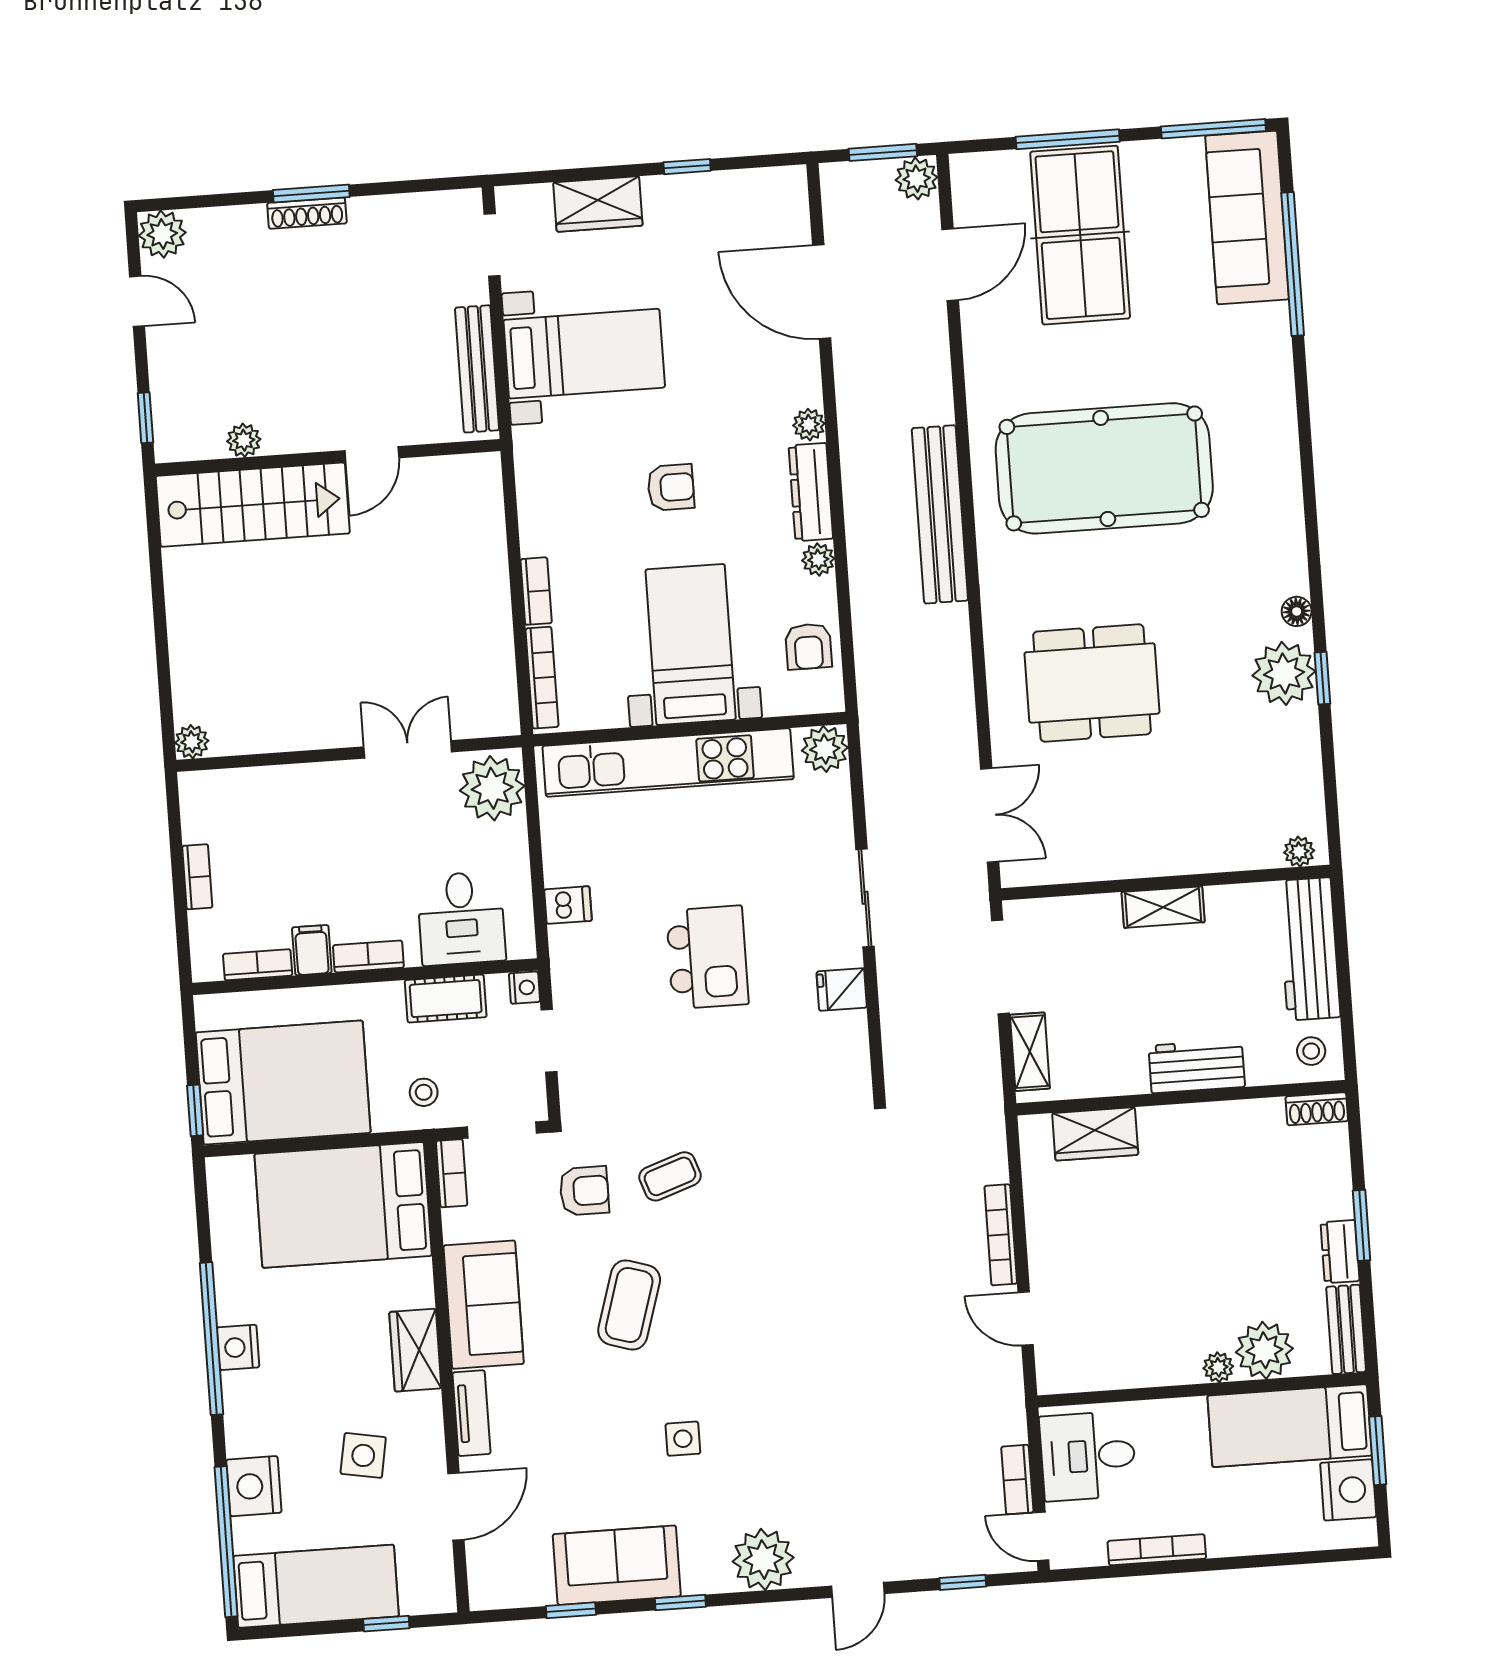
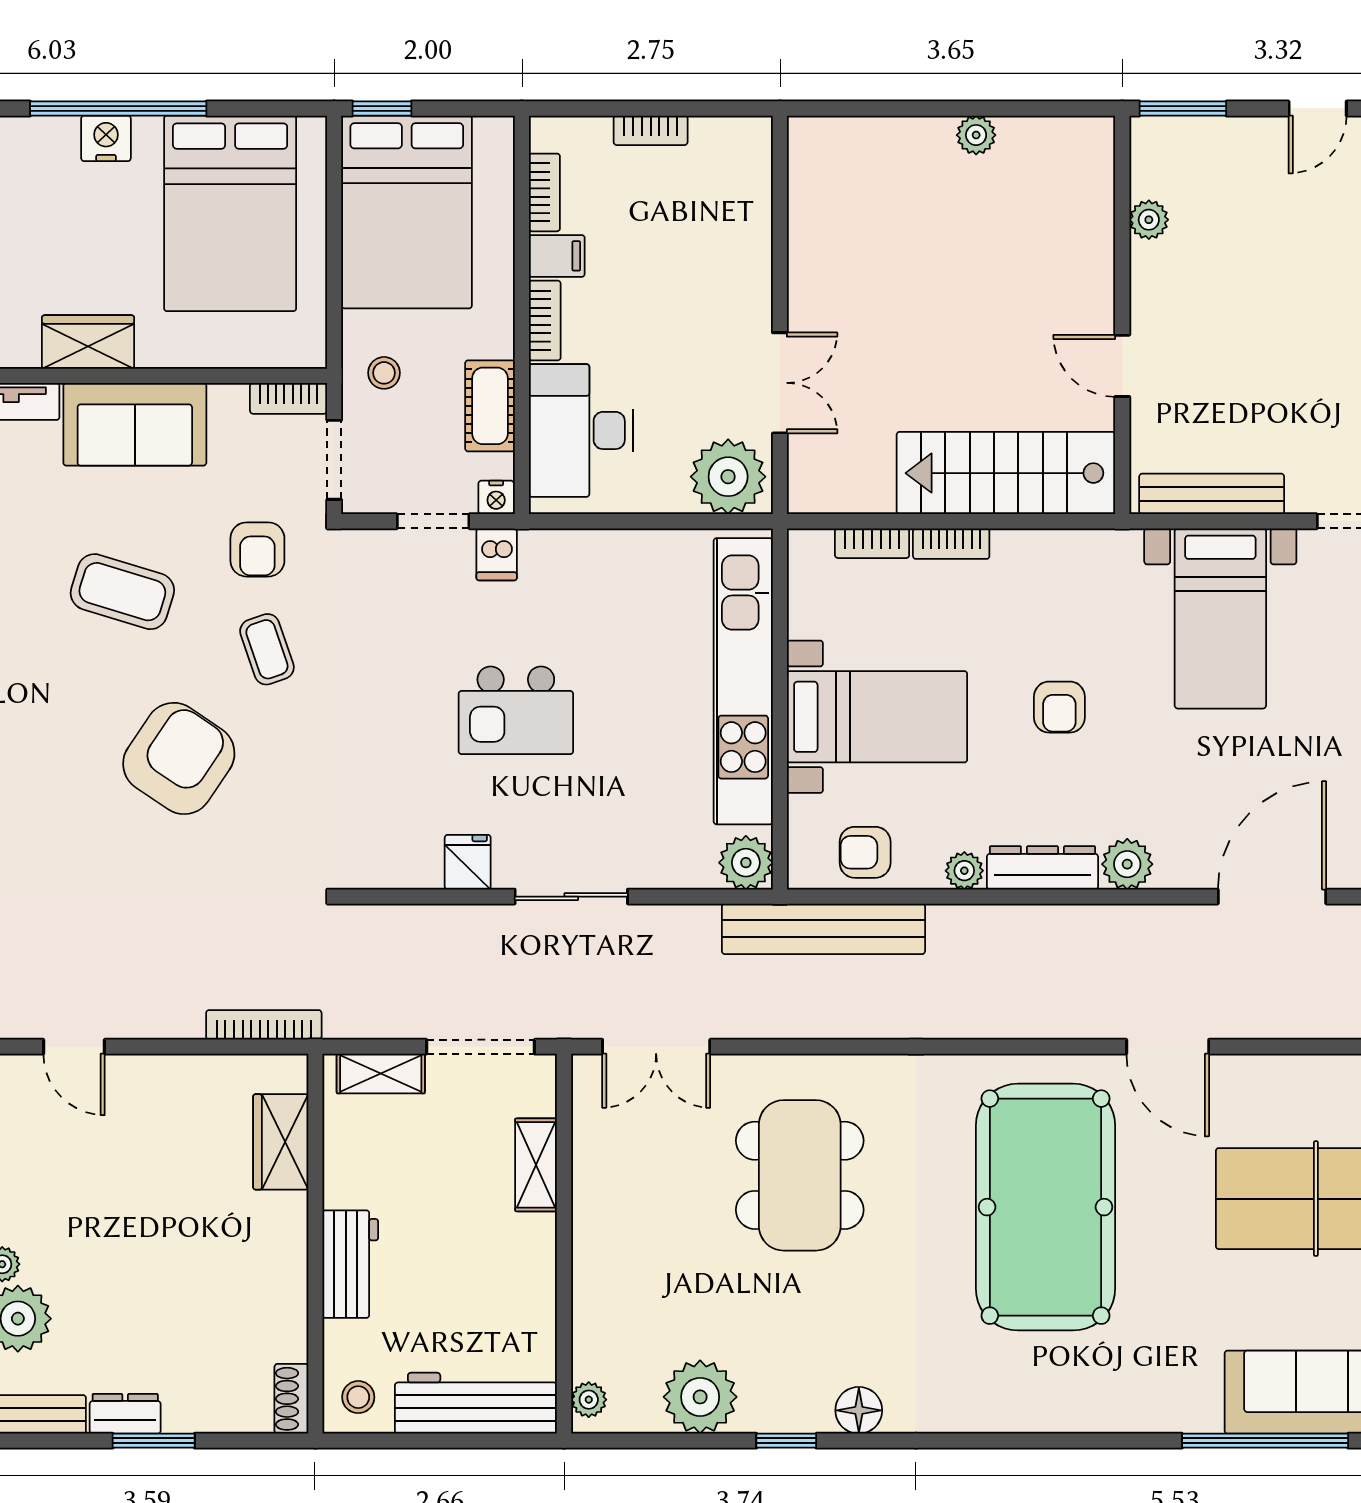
door: (950, 265) -> (1168, 1047), moved
window: (145, 418) -> (1183, 108), width x1.50
plant: (809, 425) -> (1127, 864), width x1.38, depth x1.38
stairs: (253, 505) -> (1006, 473), moved, turned 90
bench: (940, 514) -> (823, 929), moved
floor lamp: (1297, 611) -> (859, 1410), width x1.37, depth x1.37
plant: (1284, 673) -> (700, 1397), moved
bookcase: (542, 678) -> (872, 543), width x0.64
plant: (192, 742) -> (976, 135), moved
dishwasher: (568, 905) -> (497, 554), moved
shelving: (1163, 907) -> (536, 1165), moved
desk: (461, 918) -> (581, 430), width x1.37
bed: (343, 1205) -> (230, 213), moved, turned 180
bookcase: (1001, 1235) -> (264, 1025), moved
armchair: (770, 1246) -> (179, 758), added
door: (1026, 1319) -> (74, 1047), swing flipped

